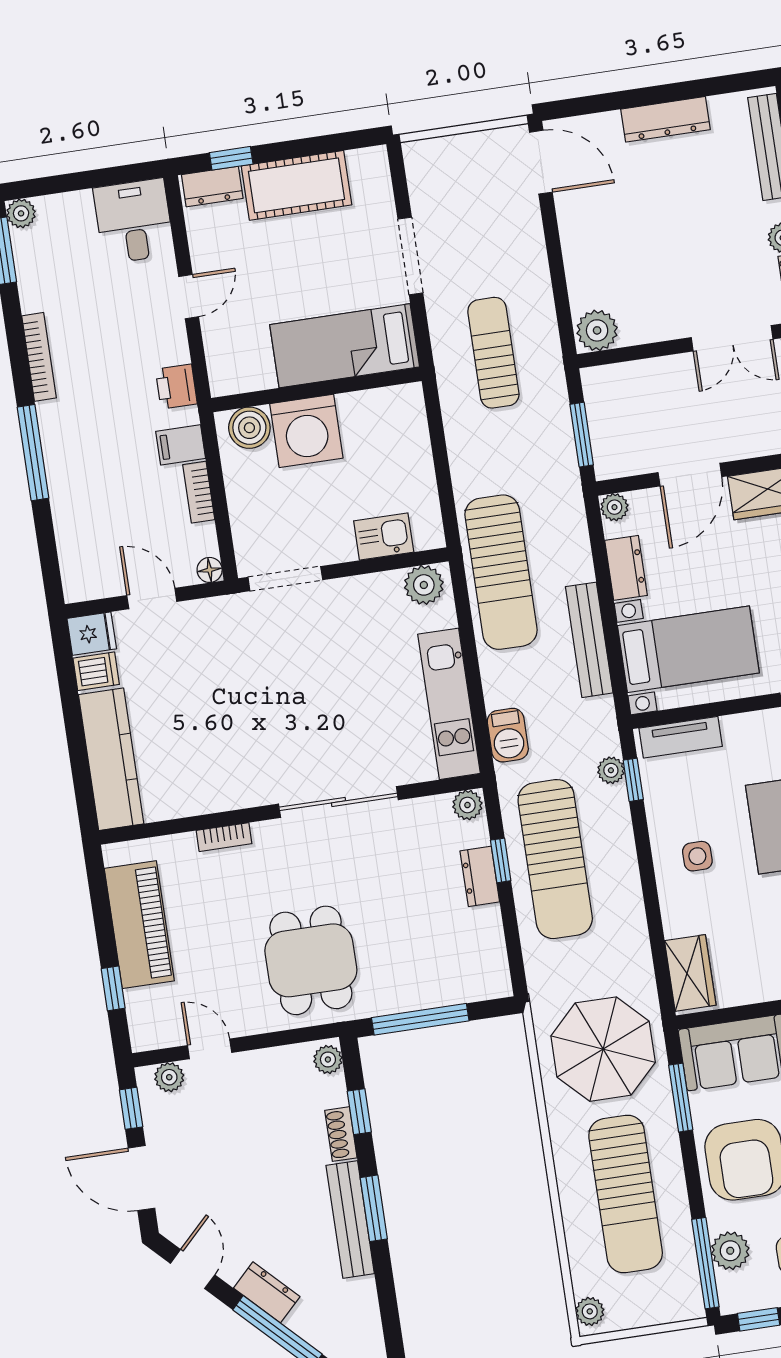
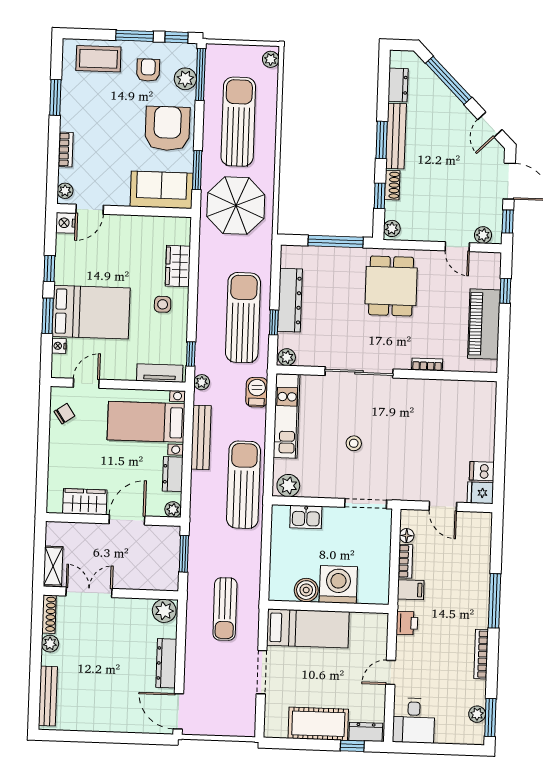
dresser: (665, 119) -> (166, 663), moved, turned -90
plant: (21, 213) -> (477, 714), moved
boiler: (249, 428) -> (306, 590), moved
floor lamp: (210, 570) -> (407, 536), moved
stool: (325, 678) -> (354, 443), added
kitchen counter: (111, 759) -> (483, 420), removed
plant: (611, 770) -> (202, 382), moved
dresser: (480, 876) -> (290, 300), width x1.96, depth x1.24
wardrobe: (690, 973) -> (178, 266), moved
dresser: (267, 1292) -> (398, 85), moved, turned -135

